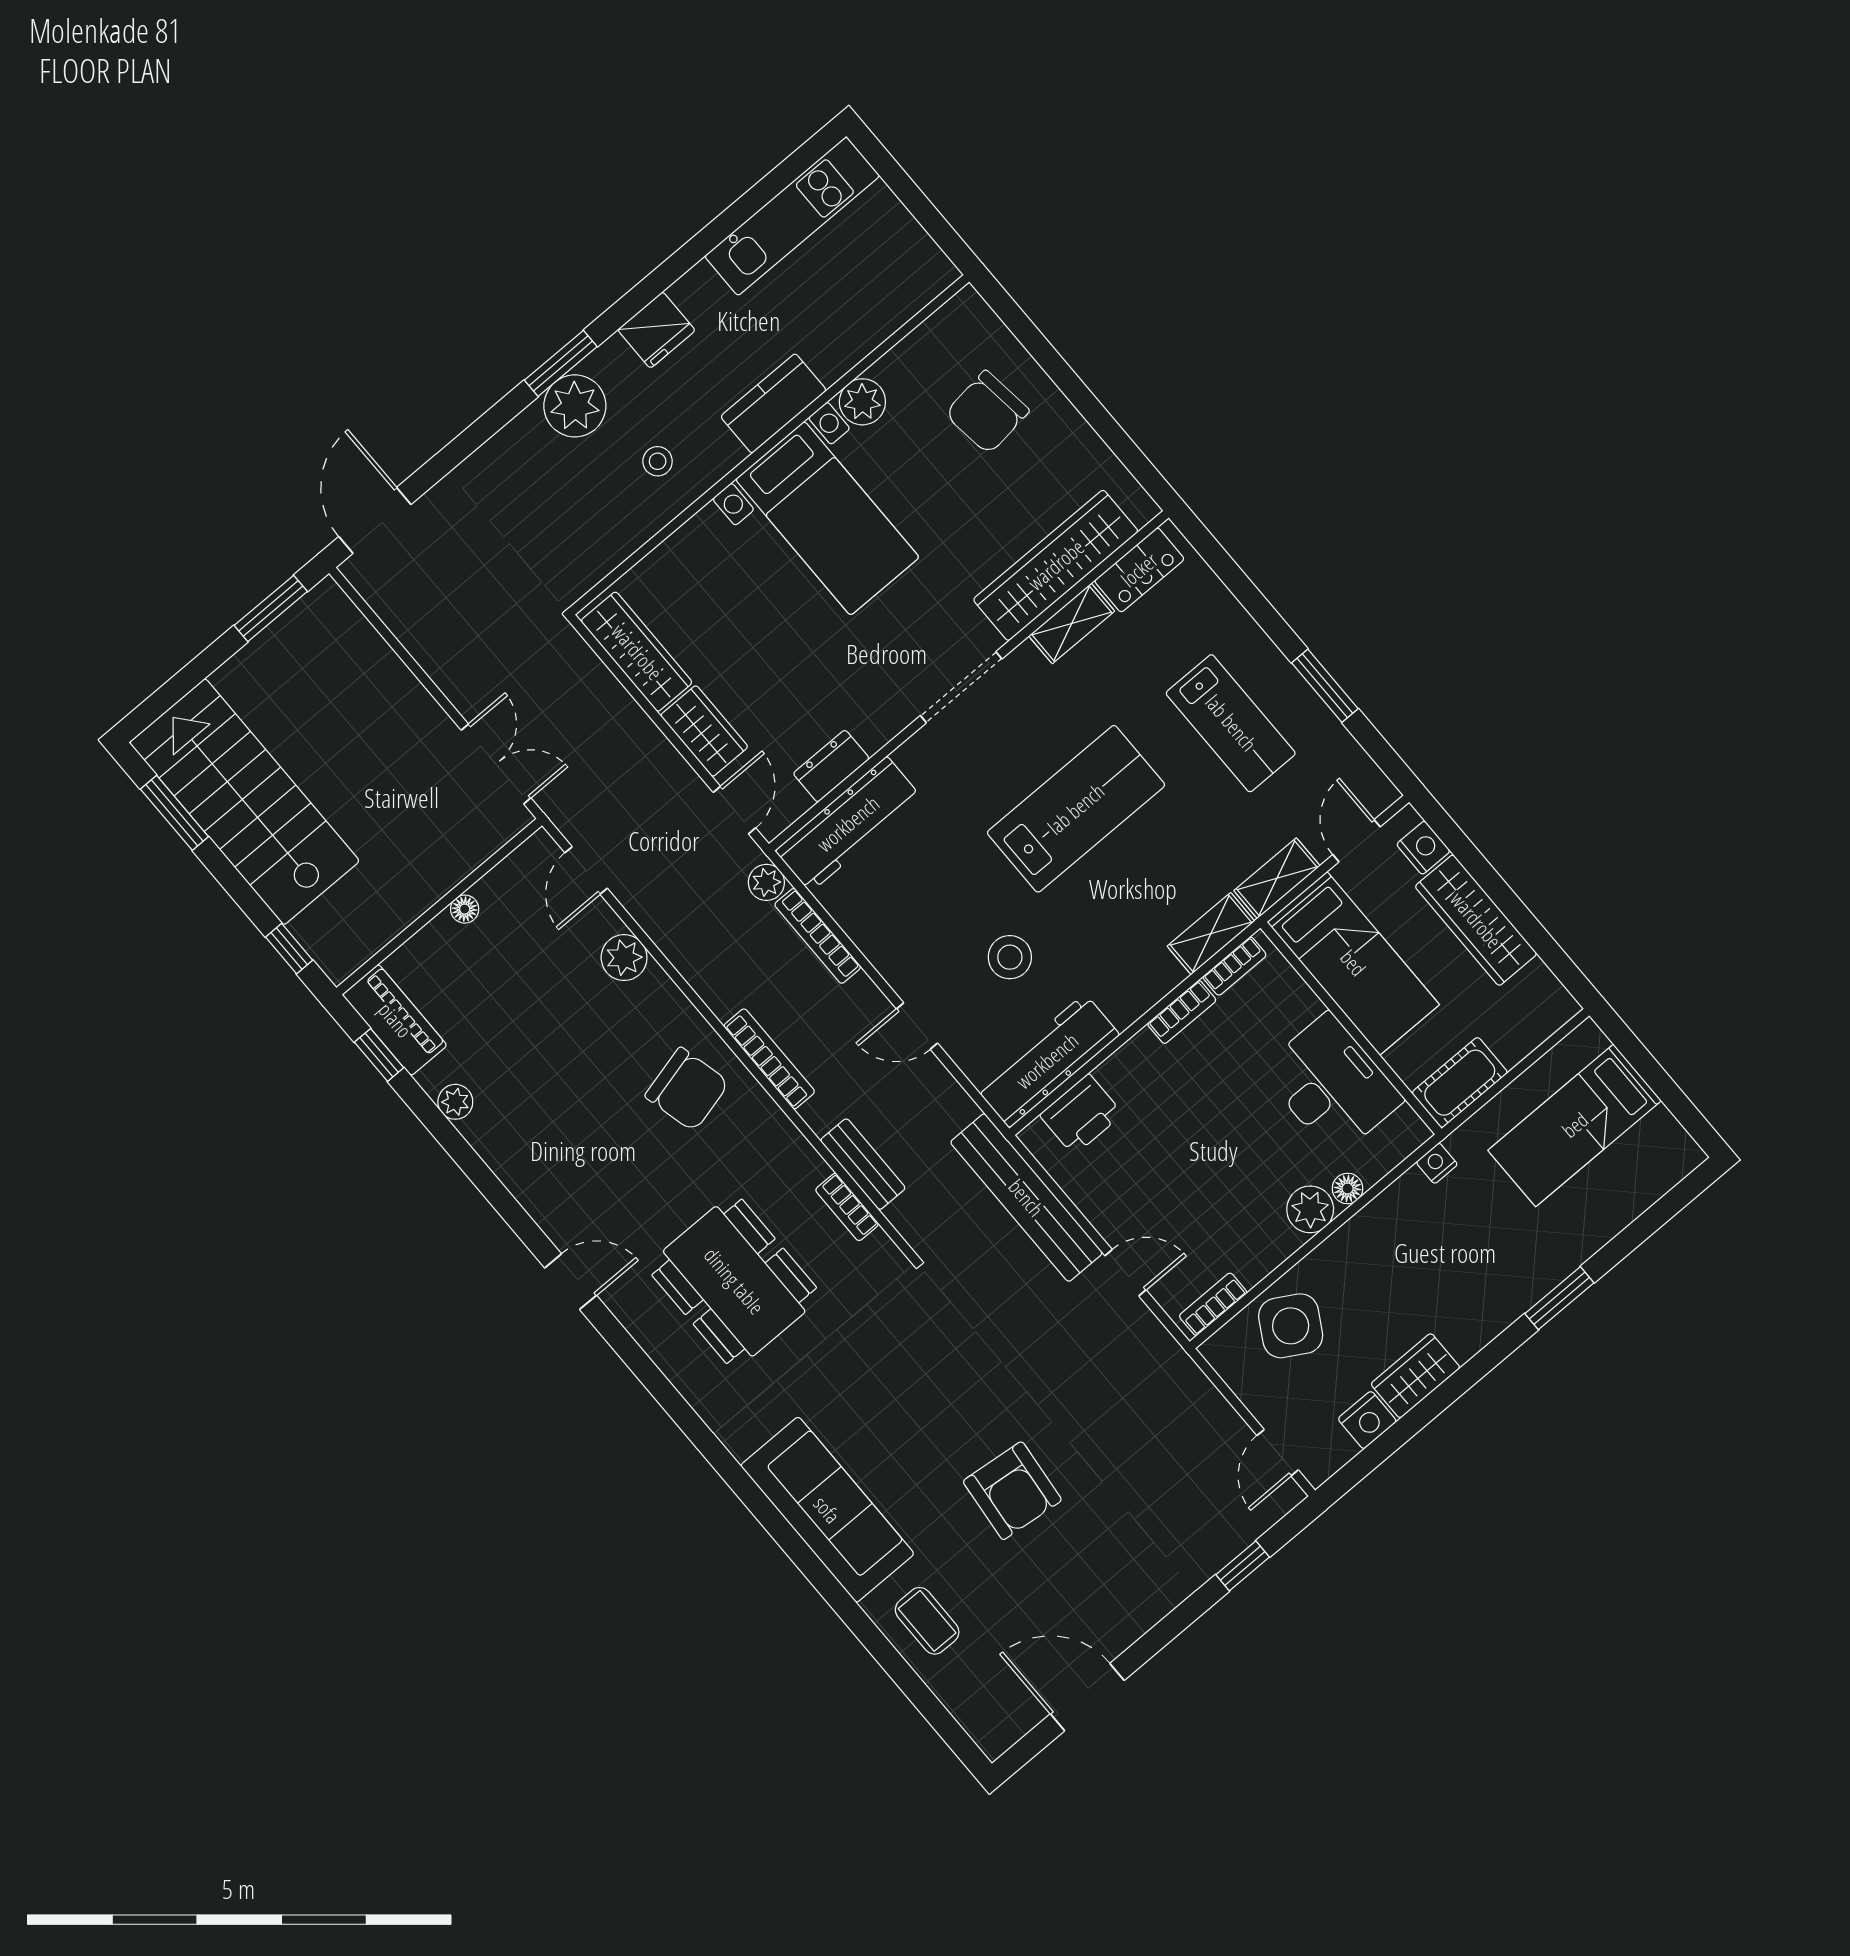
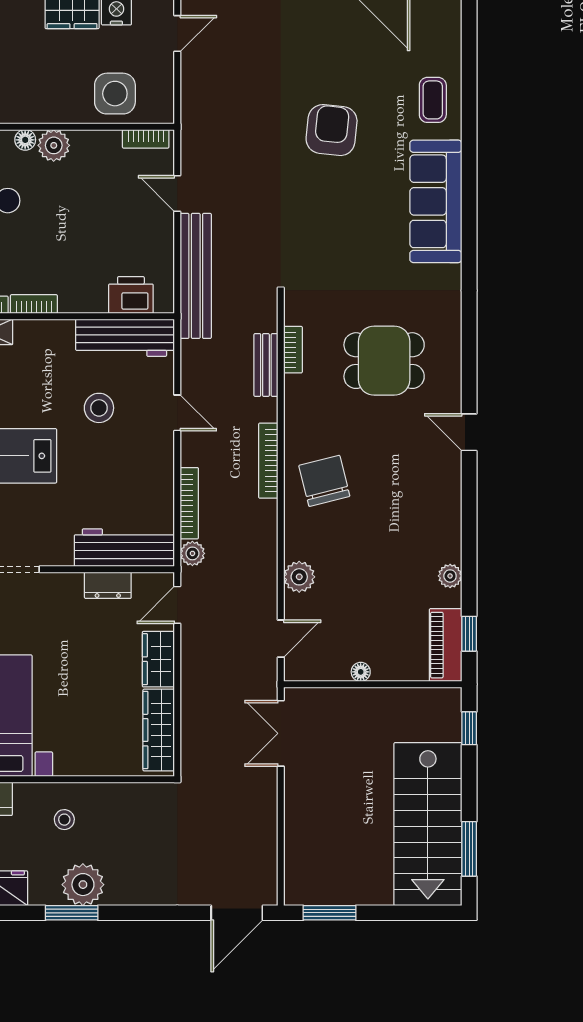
dining table: (734, 1281) -> (384, 361), width x0.73
side table: (1291, 1326) -> (115, 94), turned -30

